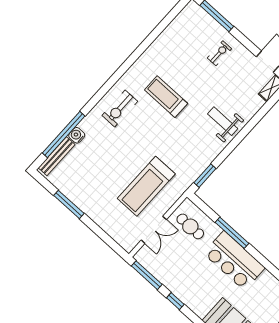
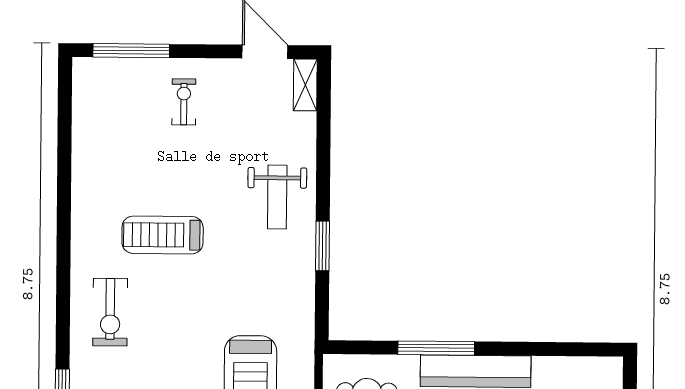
weight bench: (223, 121) -> (277, 197), turned -90
window: (205, 176) -> (322, 246), moved

